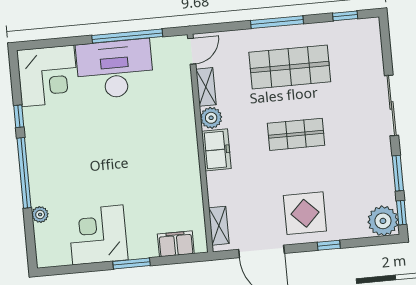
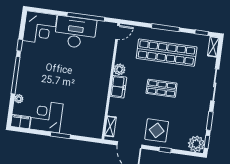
shop shelf: (290, 67) -> (167, 53), width x1.40
shelving: (206, 87) -> (213, 47), moved
filing cabinet: (176, 244) -> (21, 122), moved

